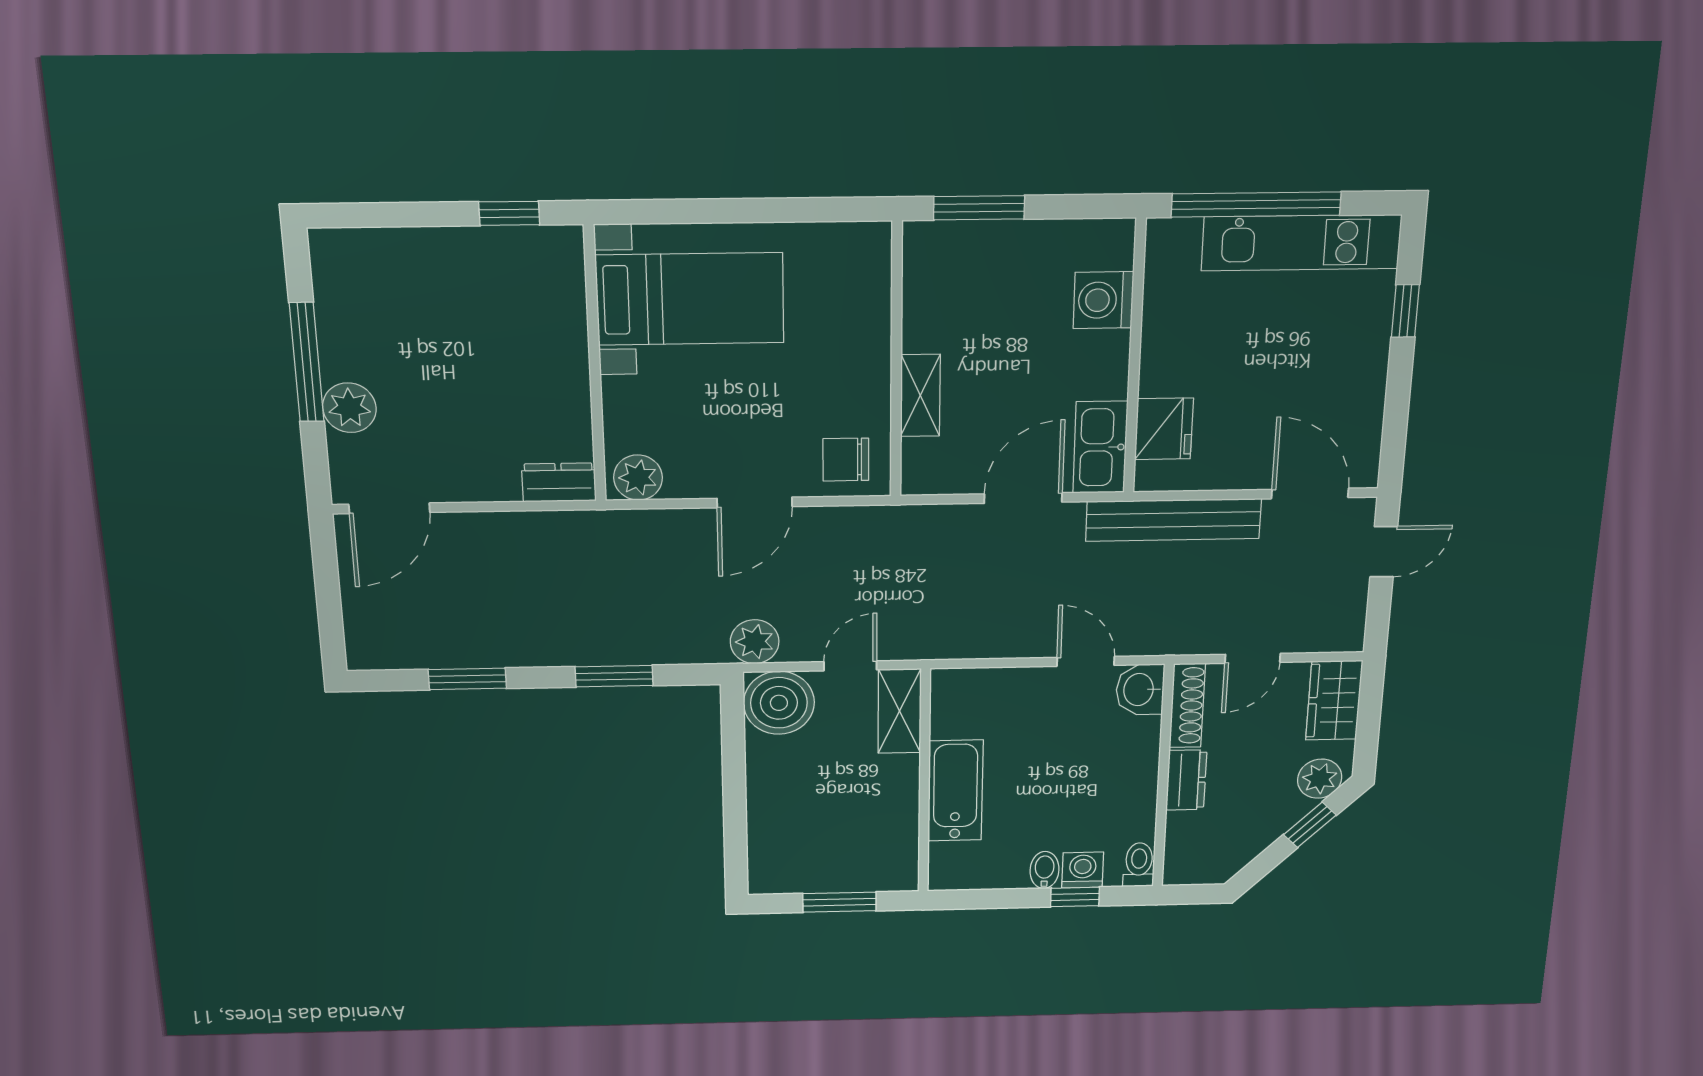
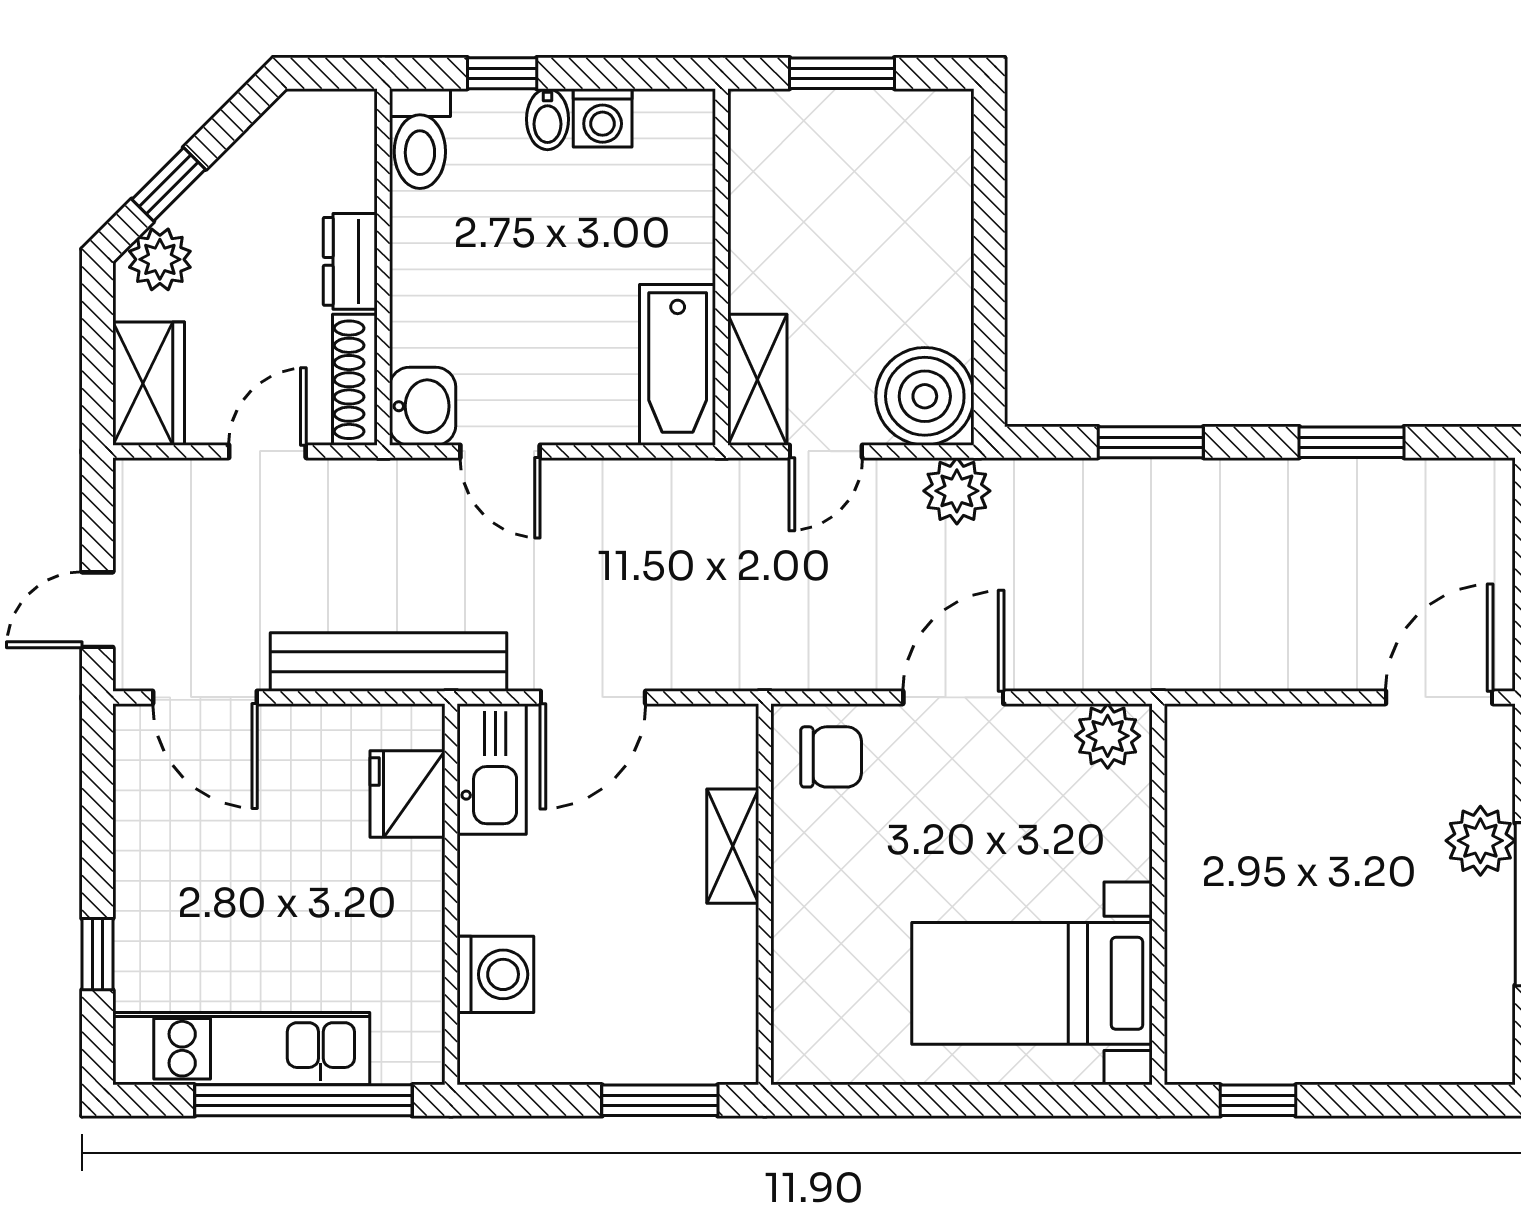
dresser: (559, 482) -> (1213, 731), removed
bathtub: (955, 791) -> (678, 365), moved
toilet: (1139, 865) -> (420, 139), width x1.37, depth x1.39
washing machine: (1083, 870) -> (603, 118), moved

